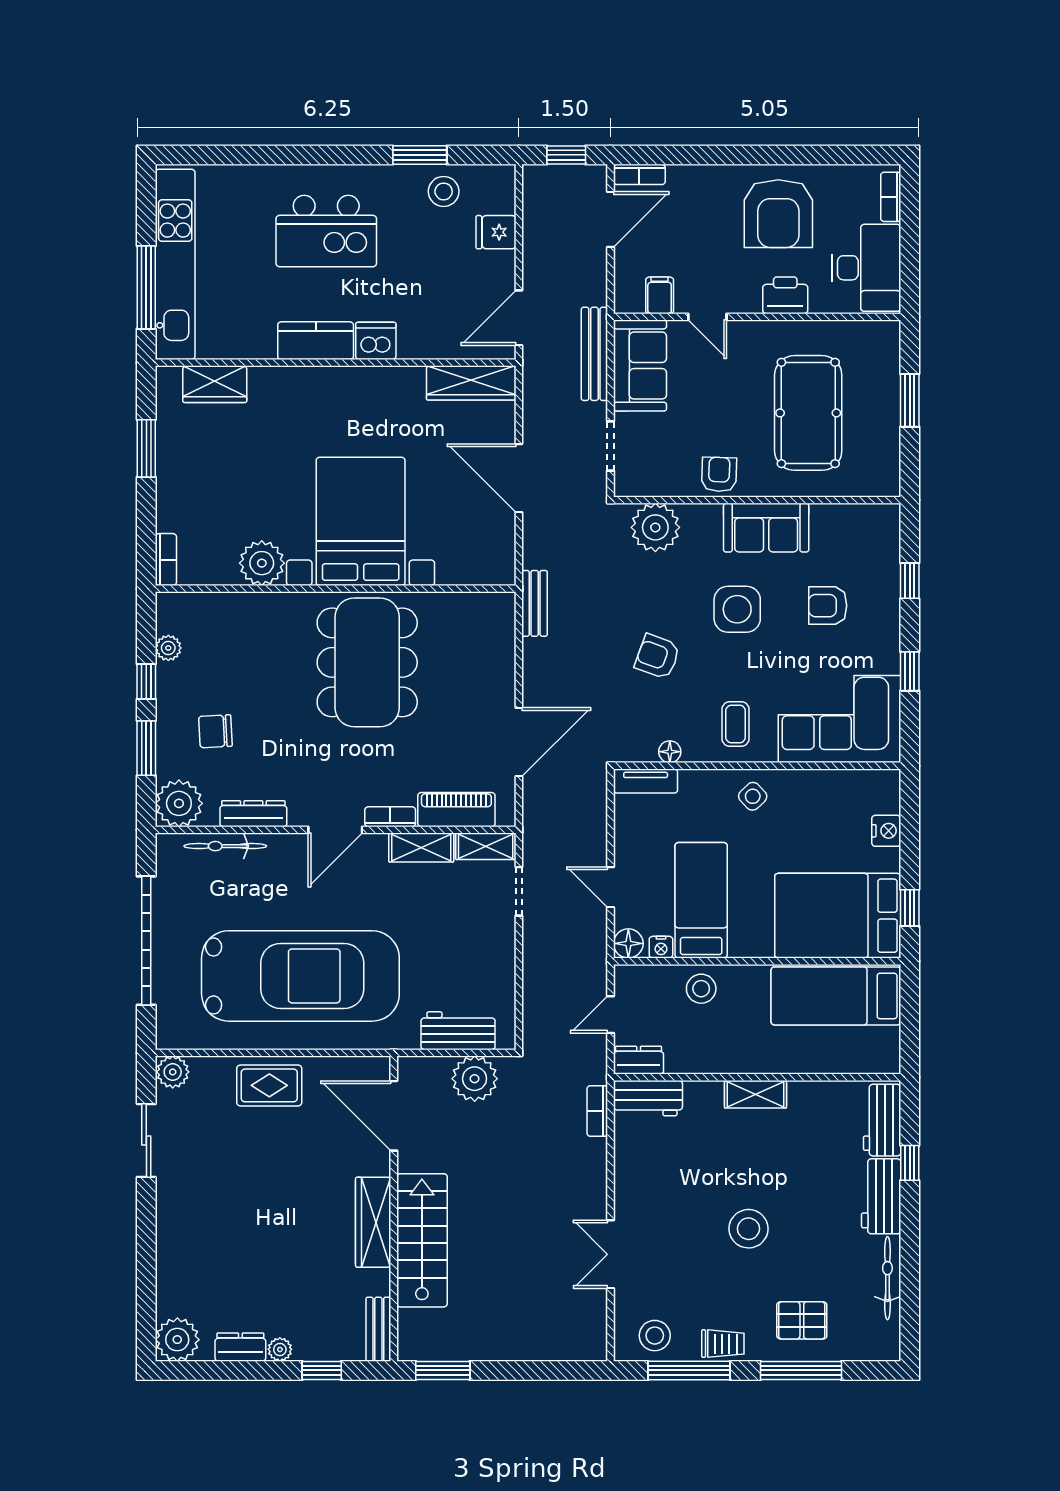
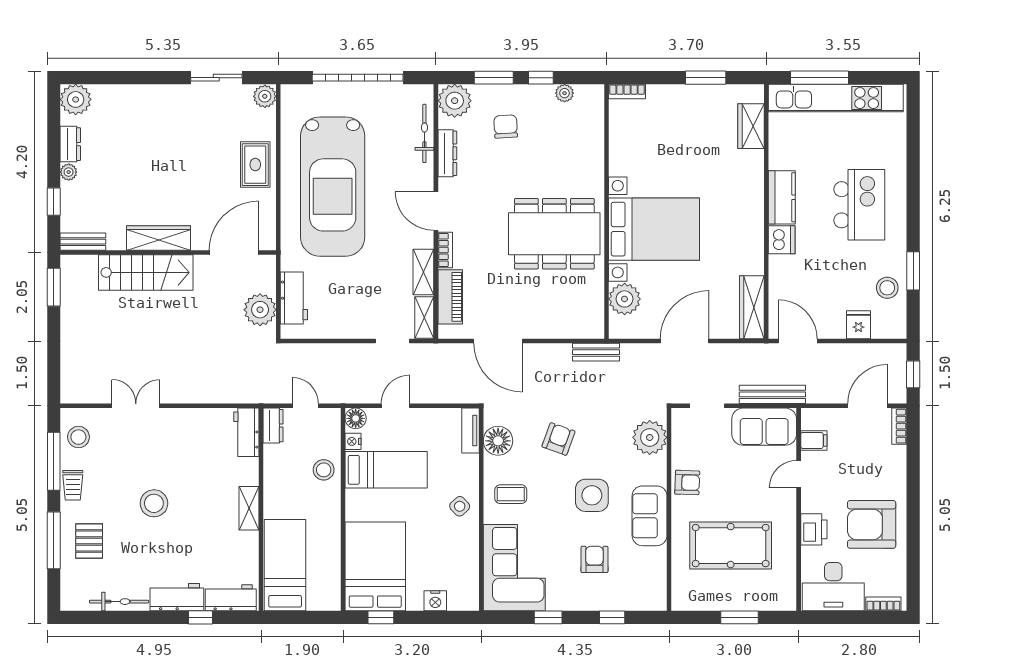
door: (611, 219) -> (867, 406), swing flipped
kitchen island: (326, 231) -> (859, 205), turned 180
plant: (262, 563) -> (625, 299), moved
floor lamp: (670, 752) -> (498, 441), width x1.89, depth x1.89
bed: (836, 996) -> (285, 565), moved
bookcase: (597, 1111) -> (237, 396), removed

